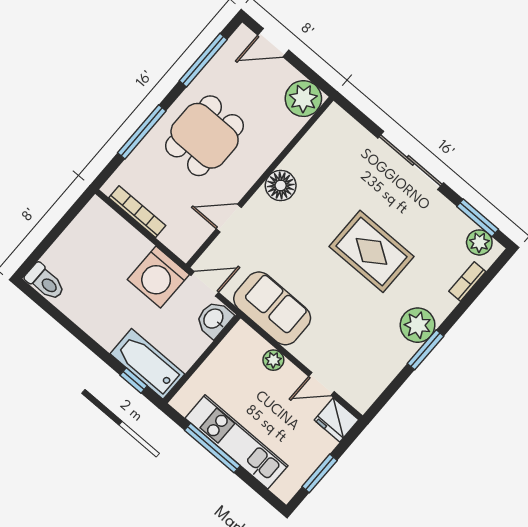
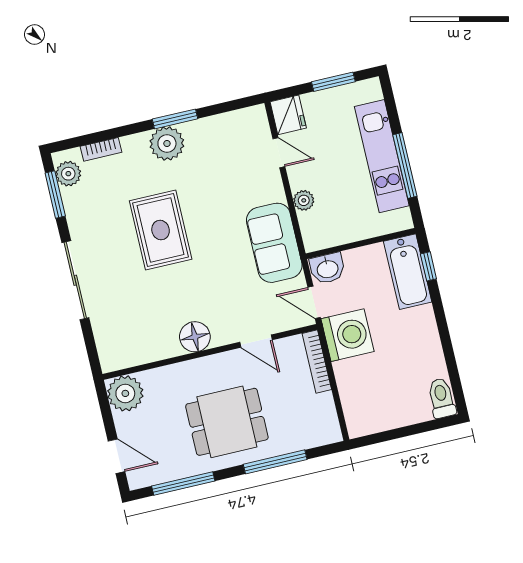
bookcase: (137, 212) -> (317, 362), moved

